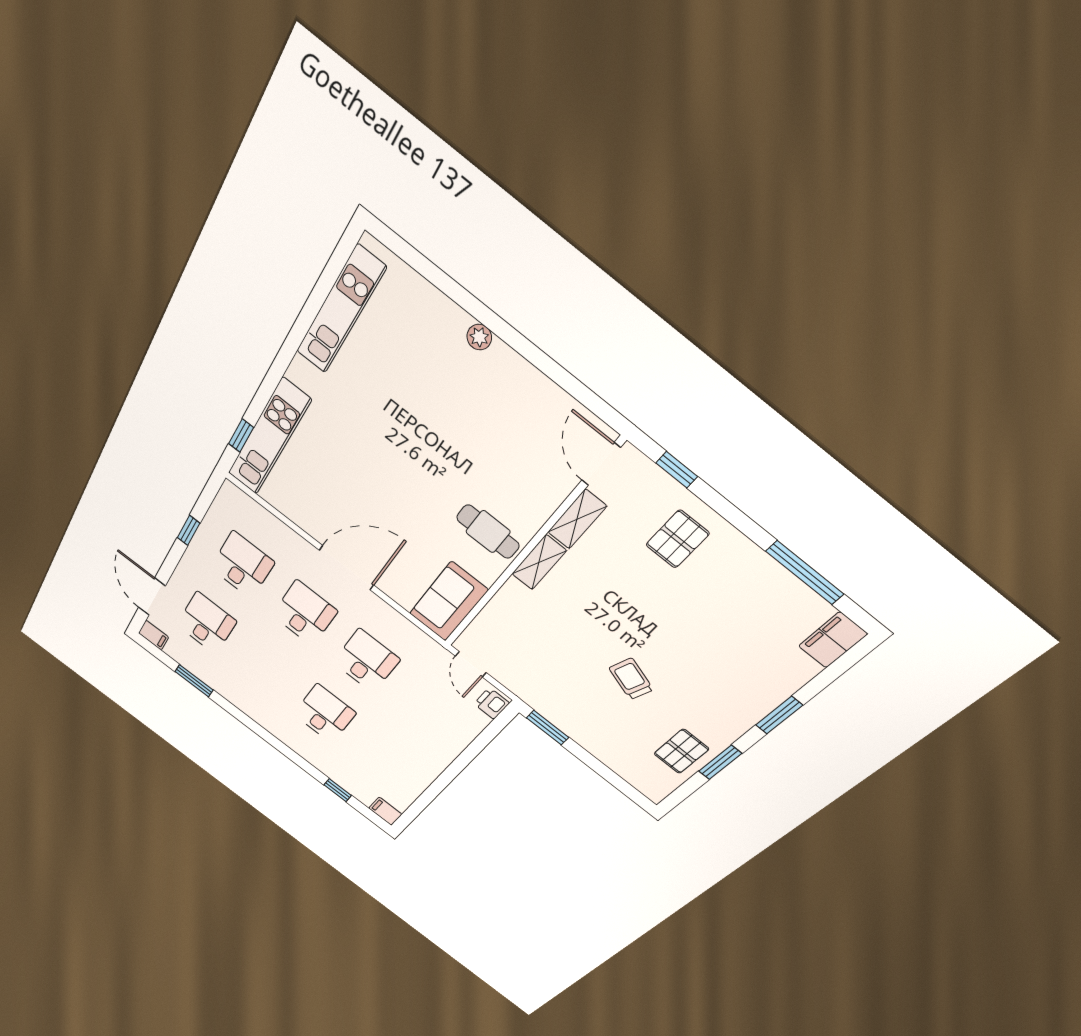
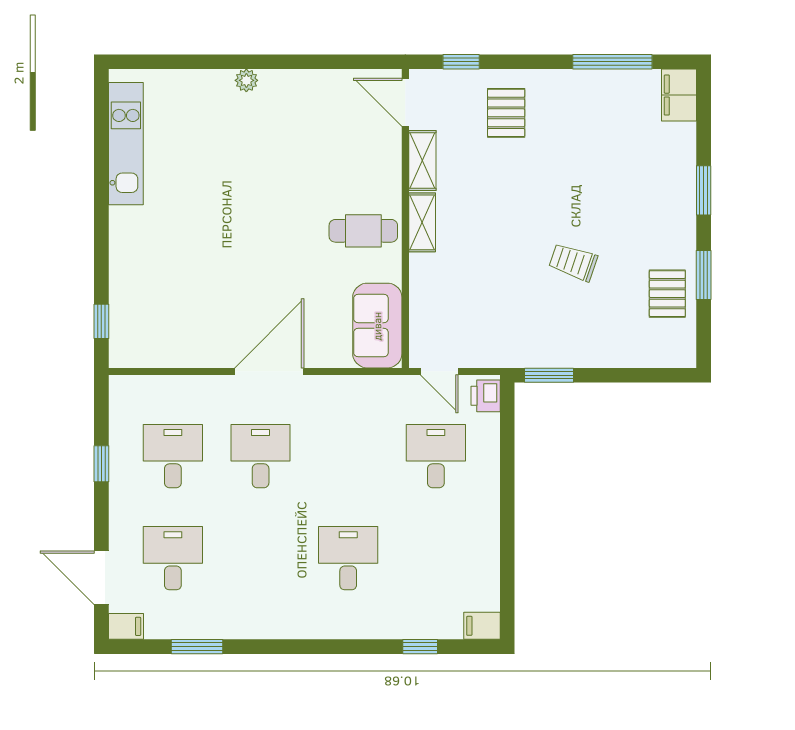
kitchen unit: (269, 437) -> (127, 302), removed
desk: (366, 661) -> (436, 456), moved

